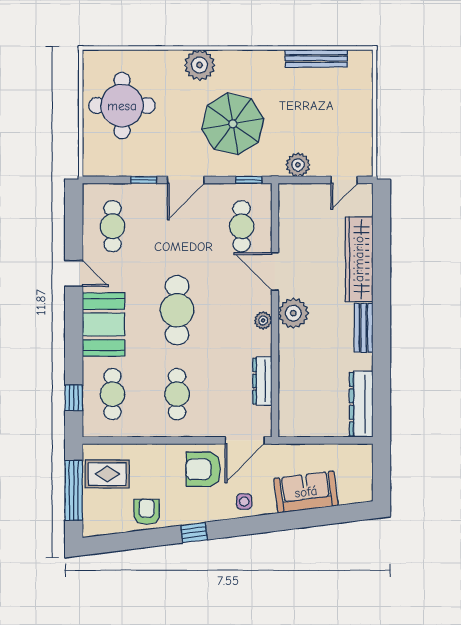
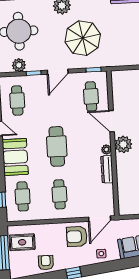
plant: (298, 165) -> (19, 65), moved
dresser: (262, 381) -> (107, 169), moved

